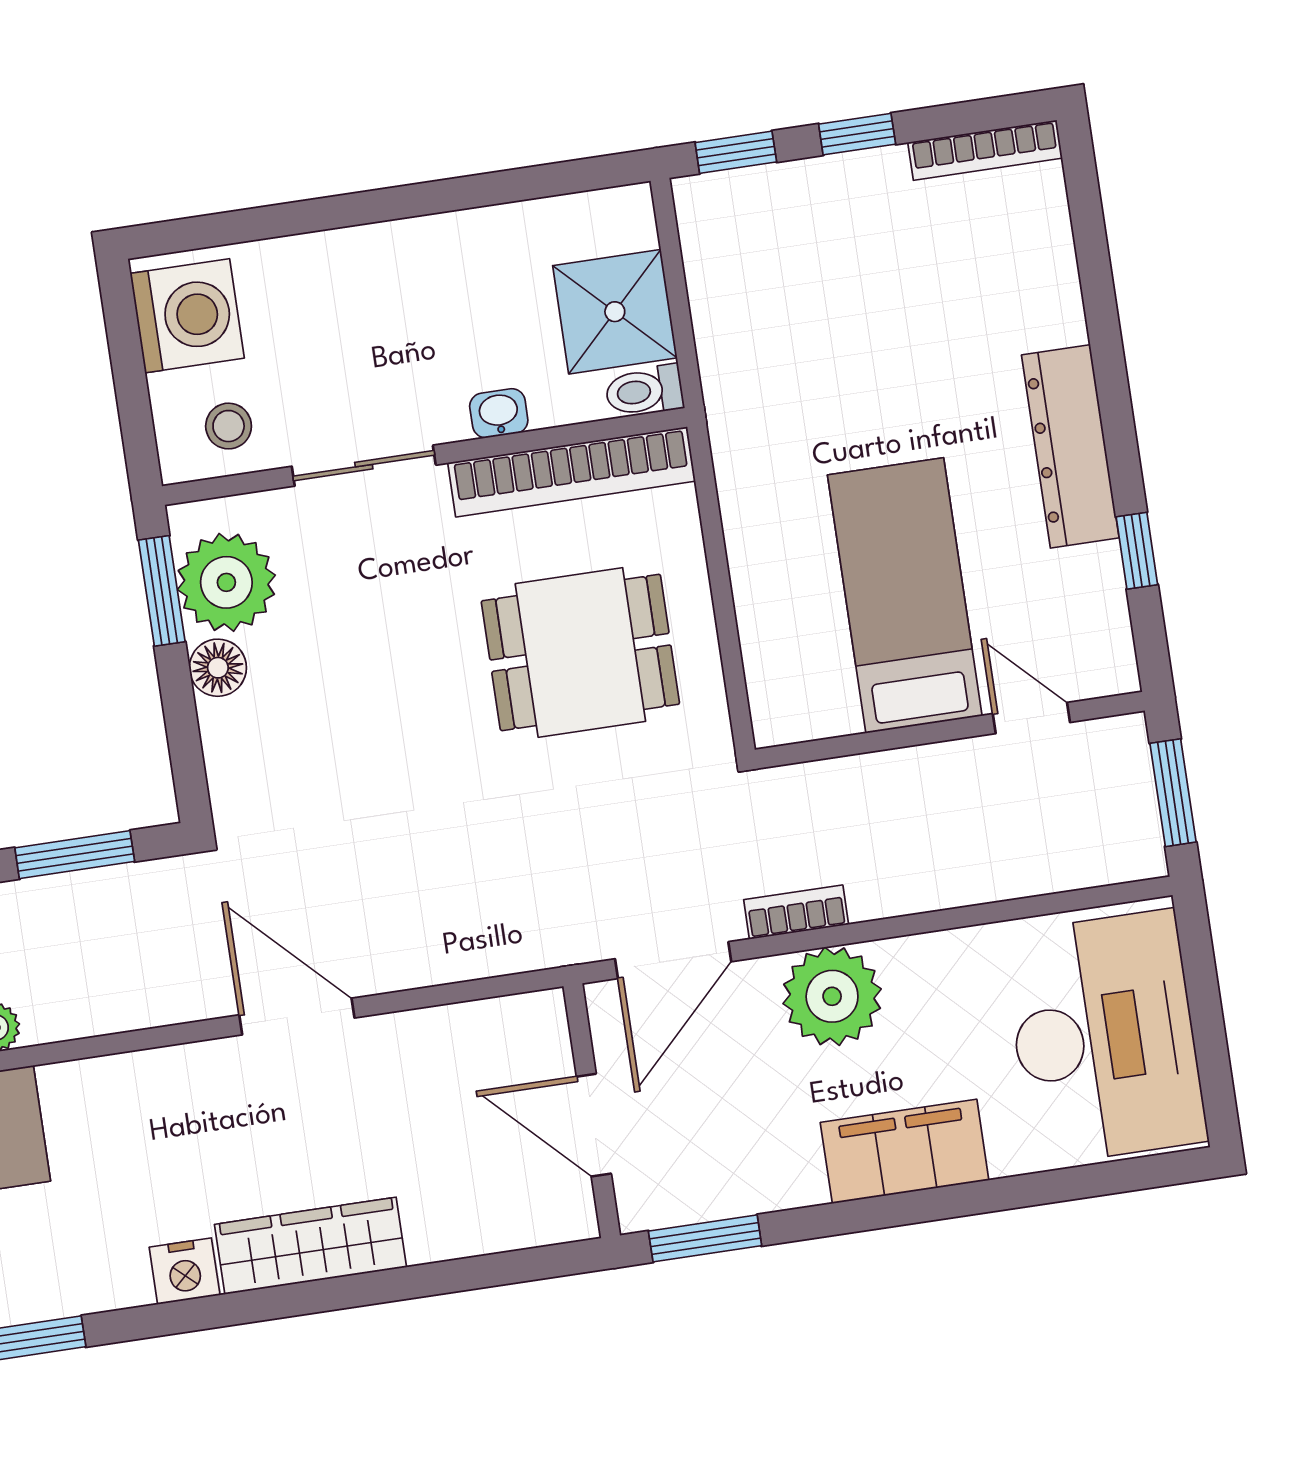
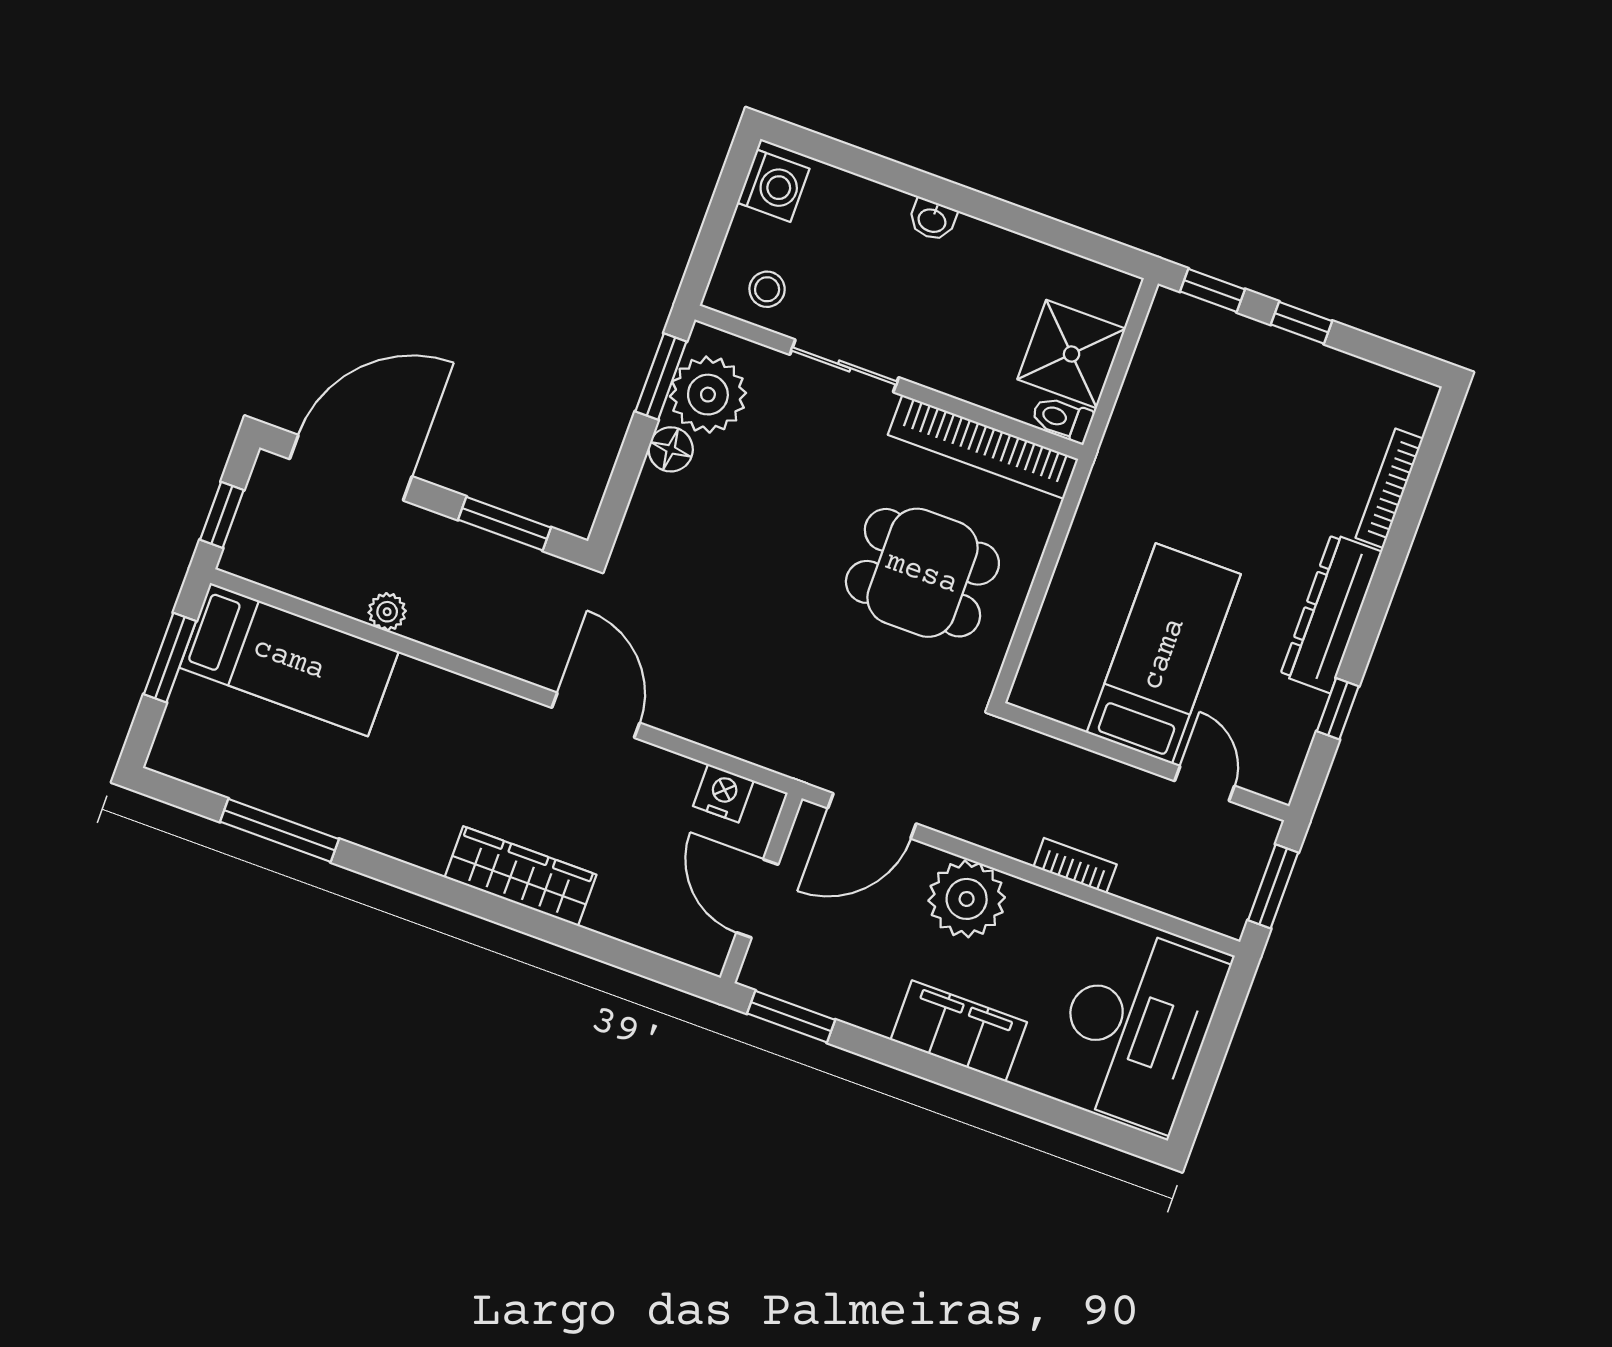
bookcase: (985, 150) -> (1389, 488), moved, turned 90
washing machine: (187, 316) -> (773, 186), width x0.73, depth x0.73
washbasin: (499, 413) -> (932, 220), moved, turned 180
bookcase: (796, 912) -> (1075, 866), moved
nightstand: (185, 1271) -> (723, 793), moved, turned 180

